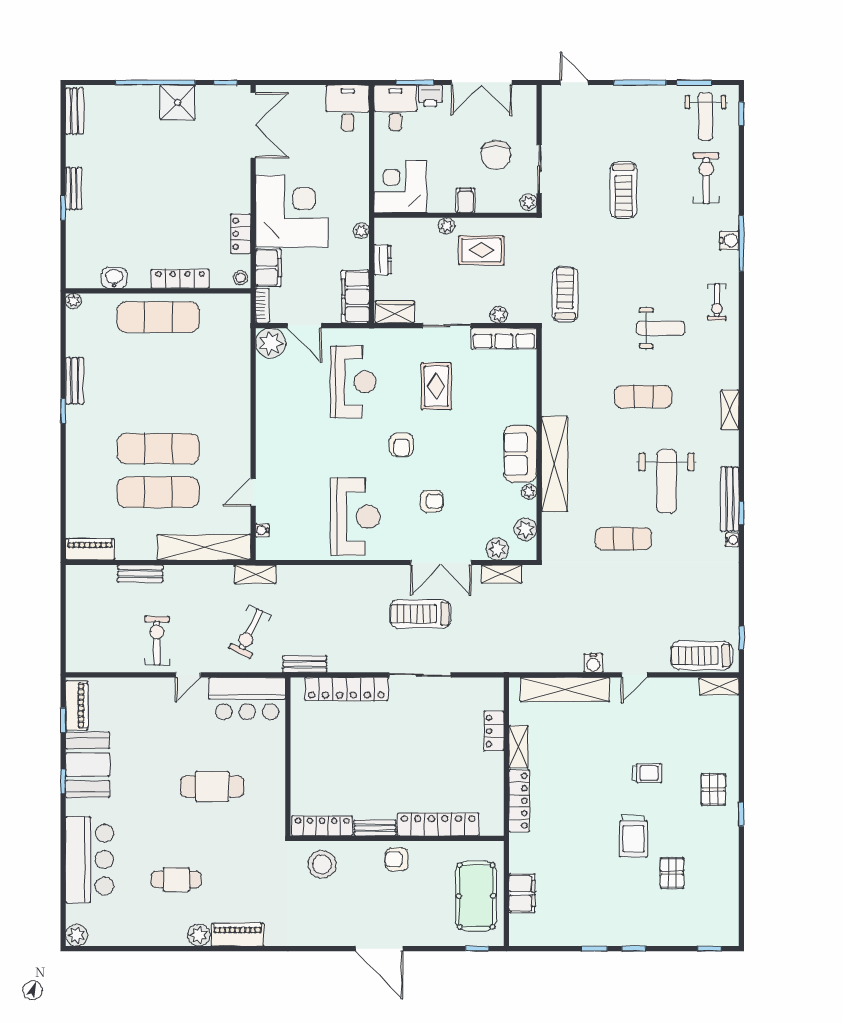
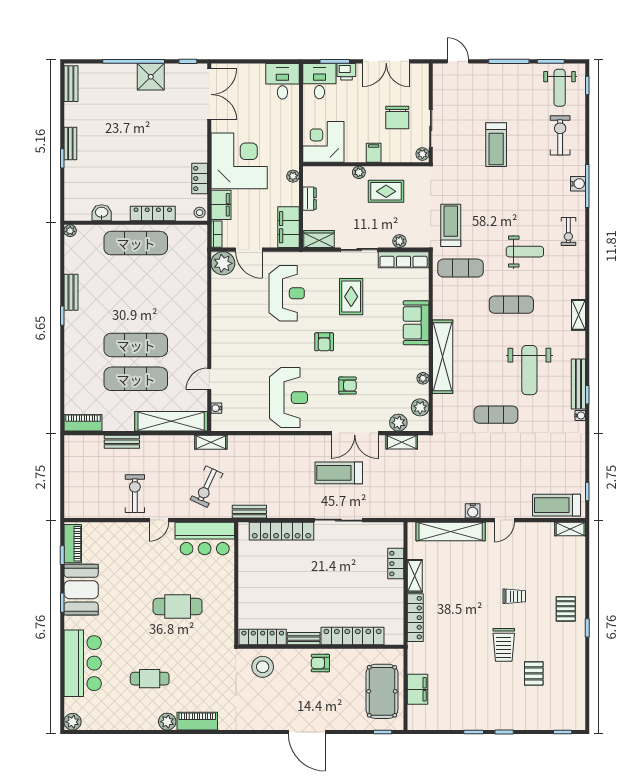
exercise mat: (578, 349) -> (460, 268), added
sofa: (520, 454) -> (416, 323), moved

